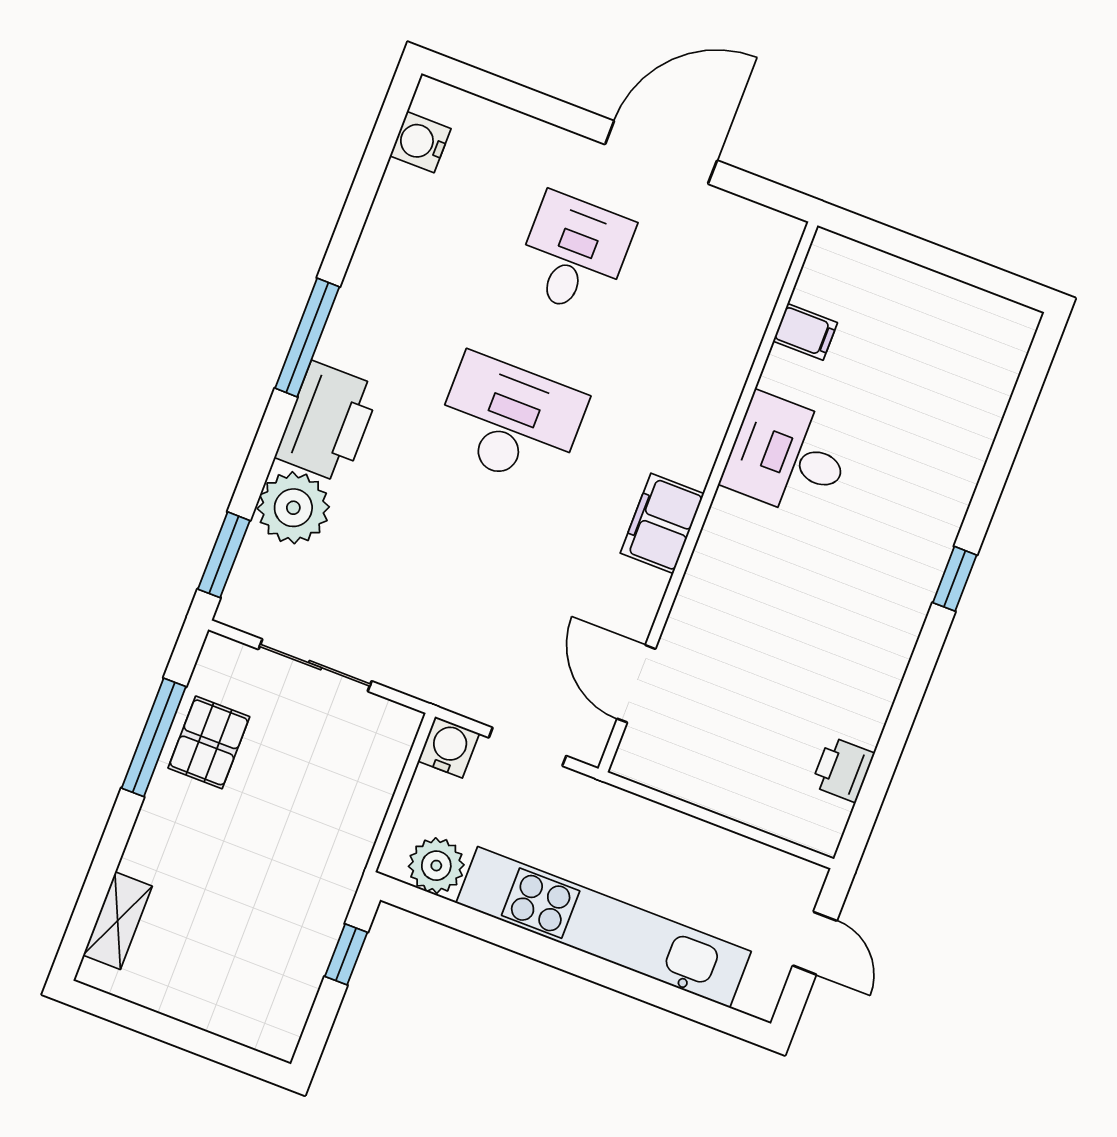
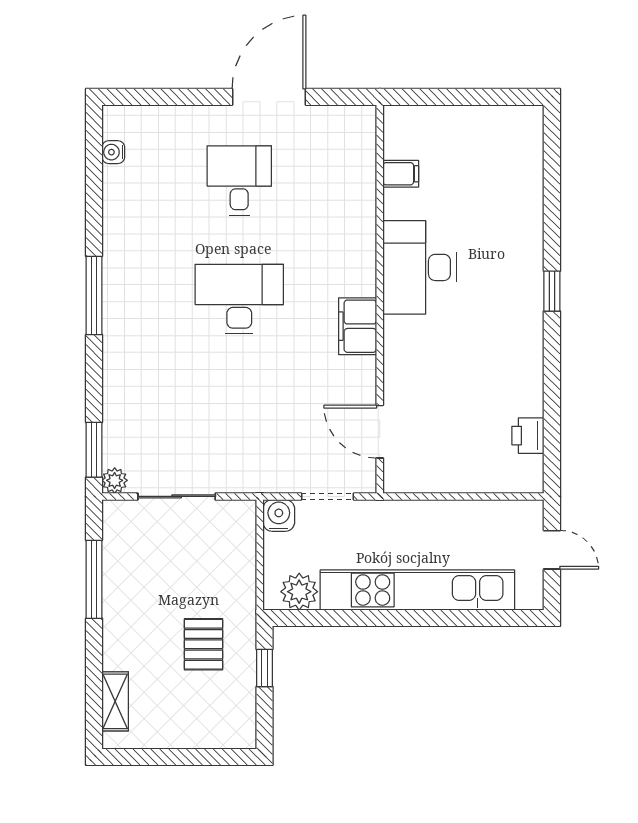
water cooler: (420, 142) -> (113, 152), width x0.72, depth x0.72
printer: (328, 422) -> (127, 343), removed
desk: (788, 456) -> (420, 267), width x1.37
plant: (293, 508) -> (115, 480), moved, width x0.53, depth x0.53
pallet: (209, 742) -> (203, 644), moved

